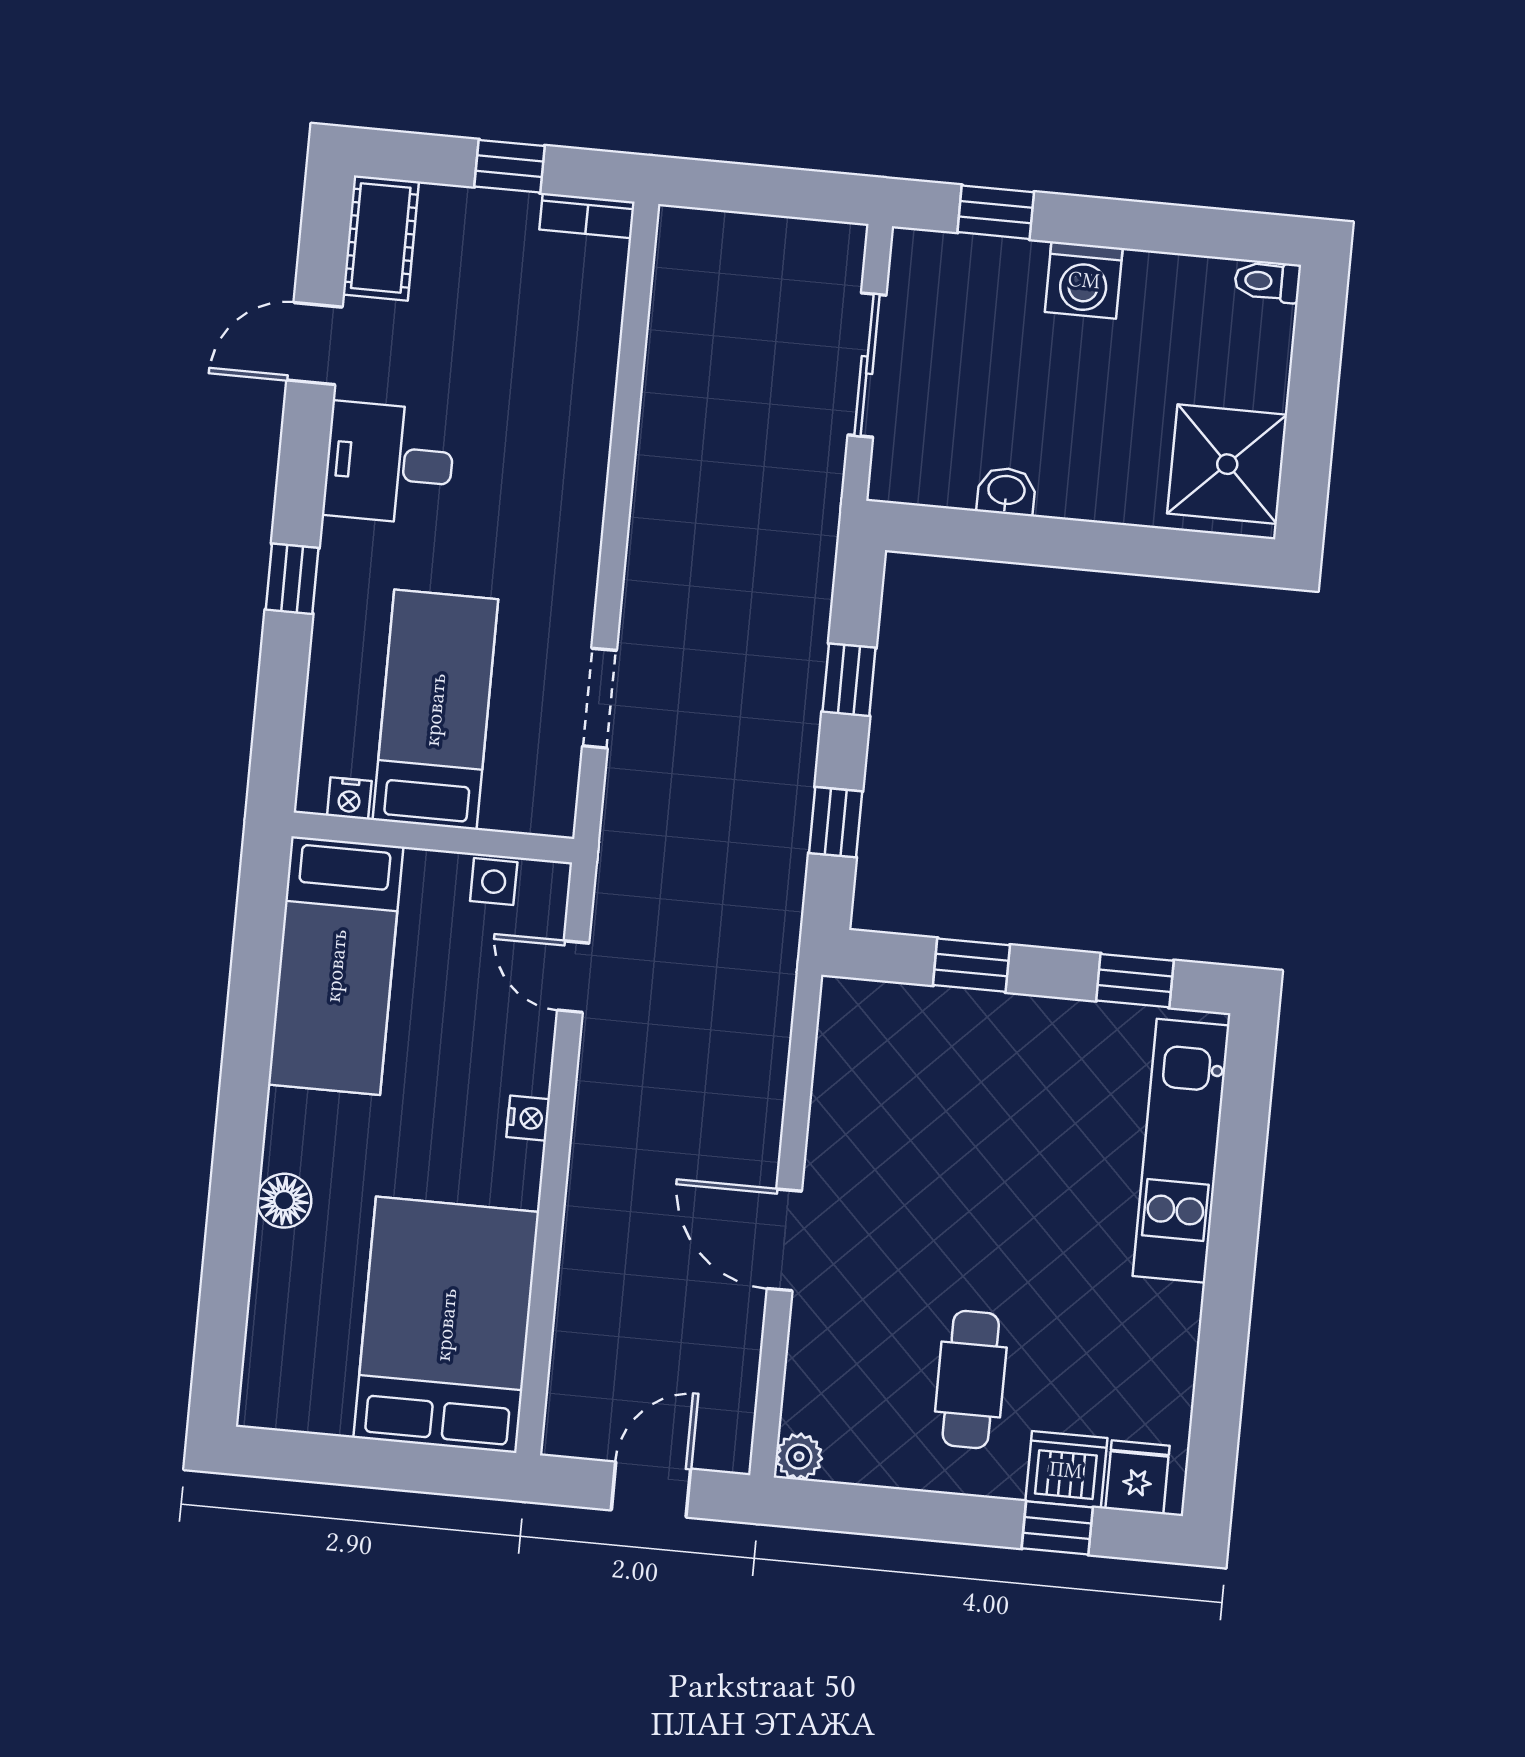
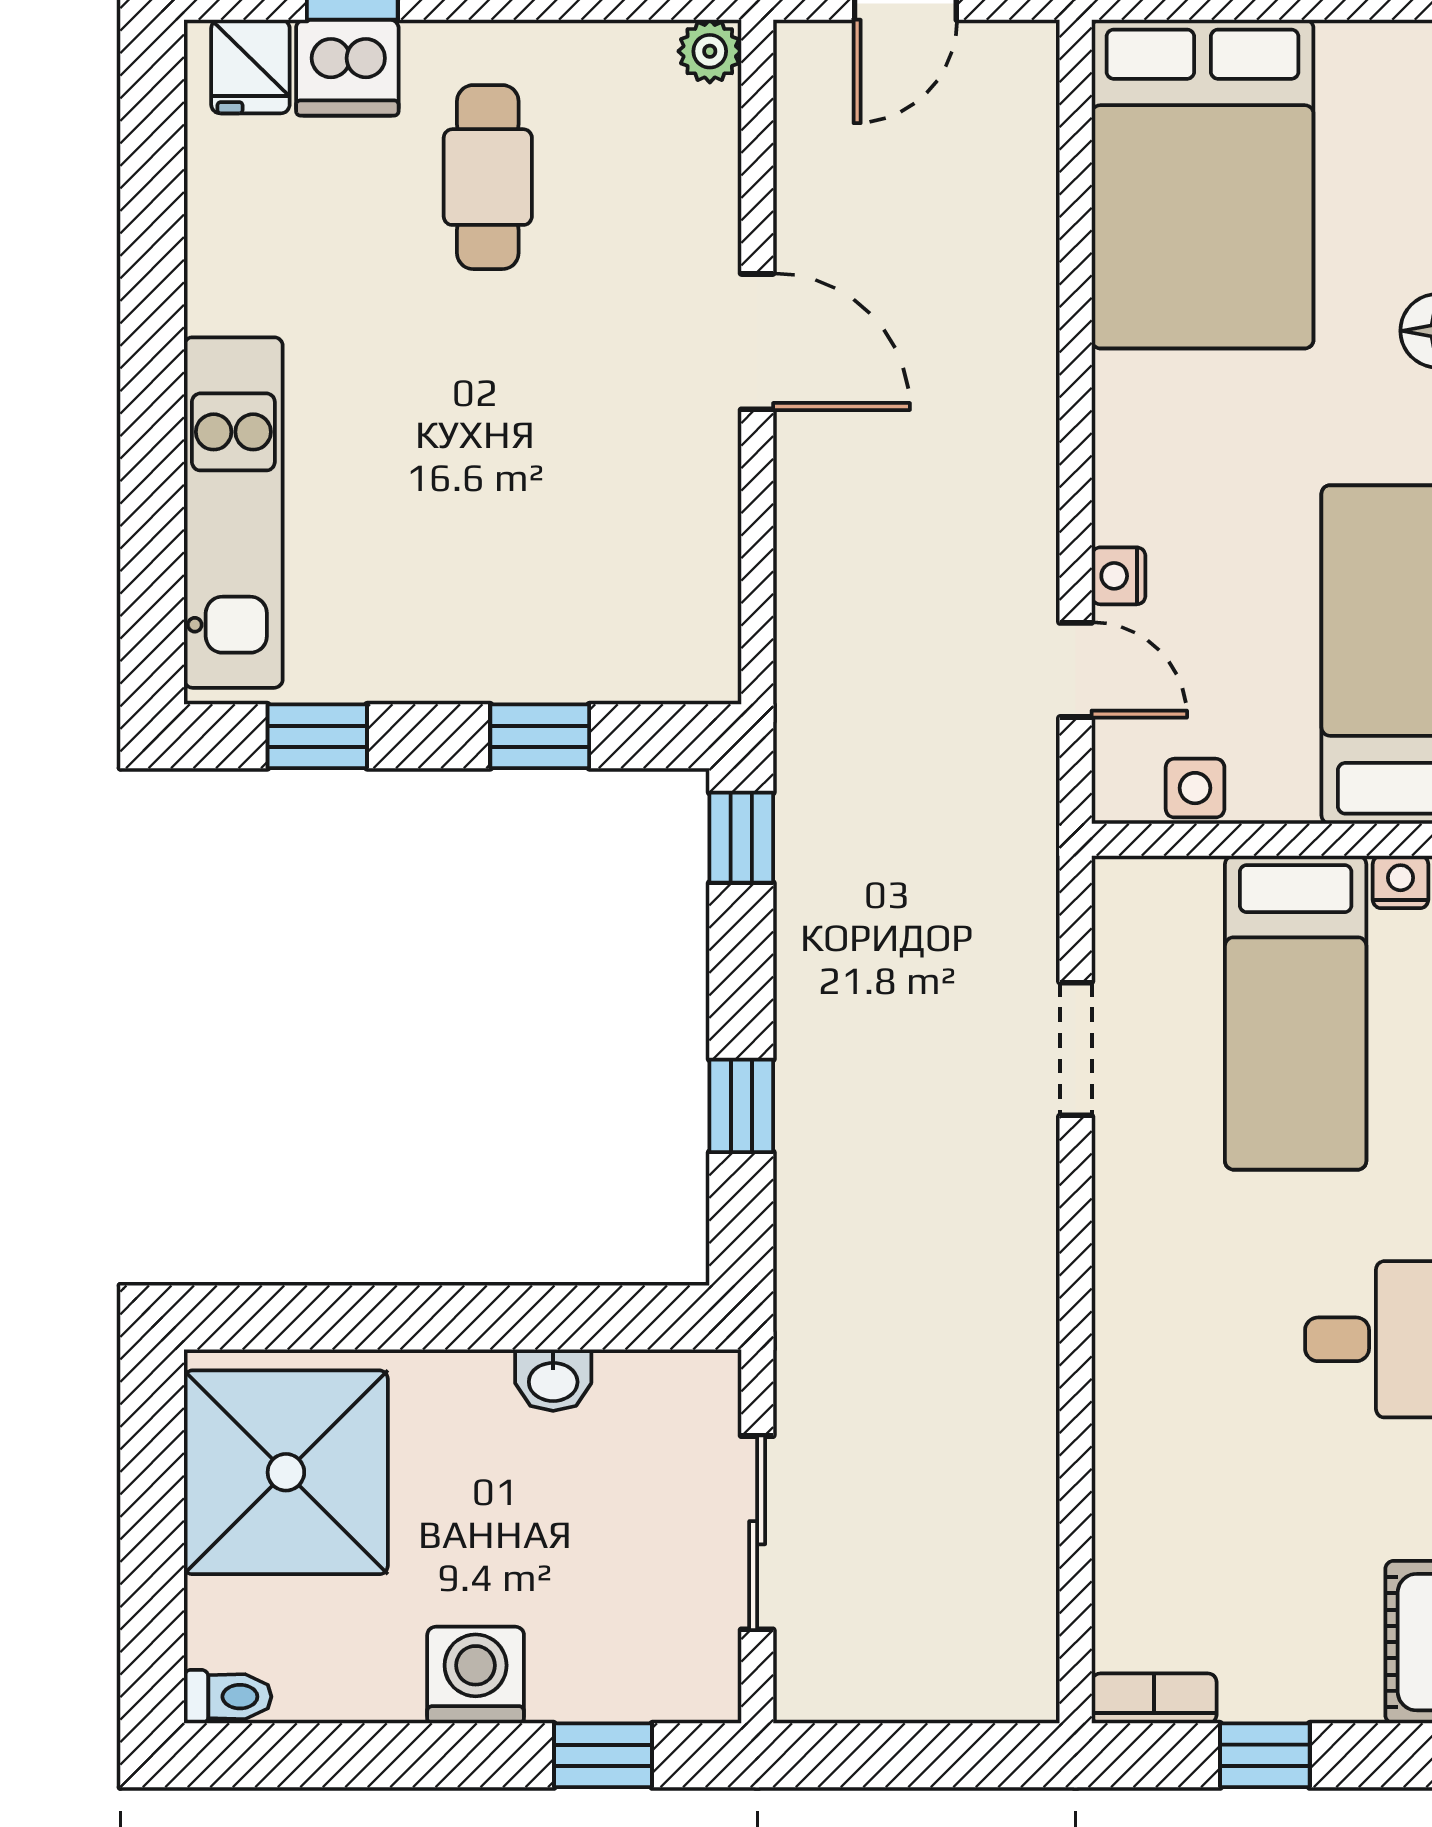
shower: (1227, 464) -> (286, 1472), width x1.37, depth x1.37
window: (836, 822) -> (741, 838), moved
nightstand: (528, 1118) -> (1118, 576), moved

